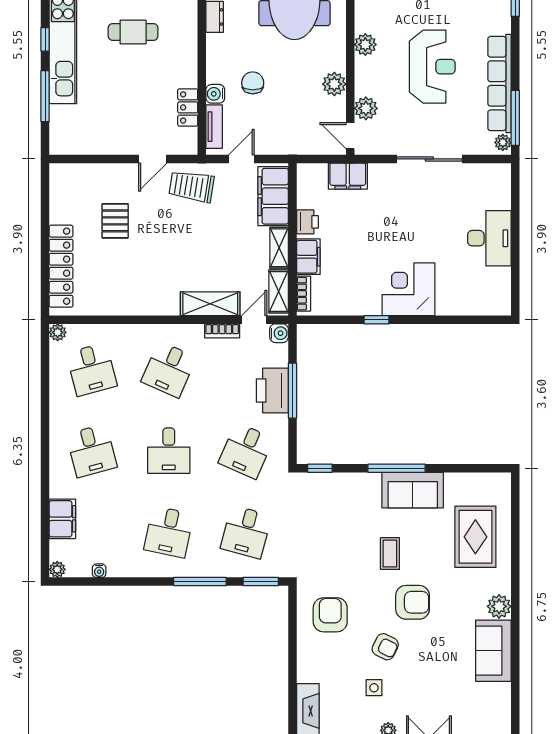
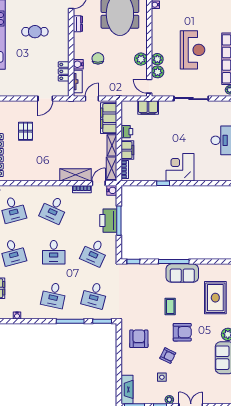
plant: (365, 45) -> (157, 59), moved
trolley: (191, 186) -> (66, 113), removed

